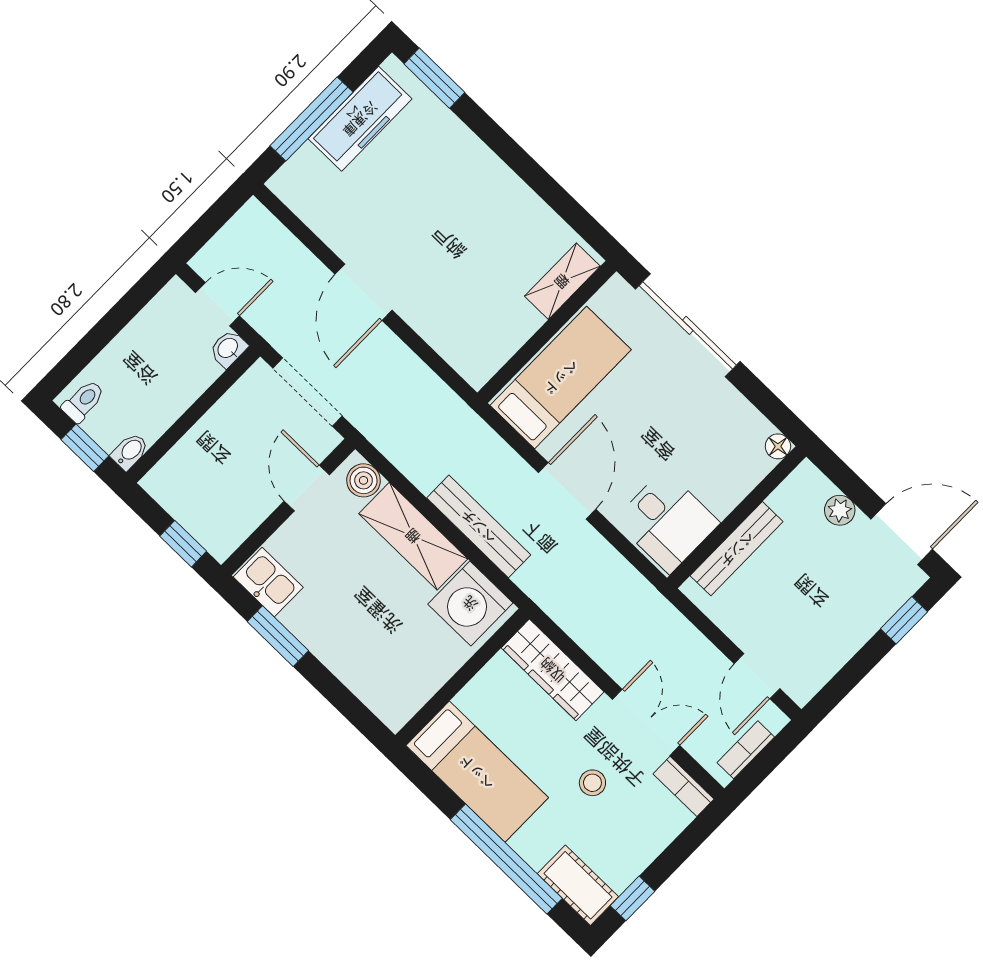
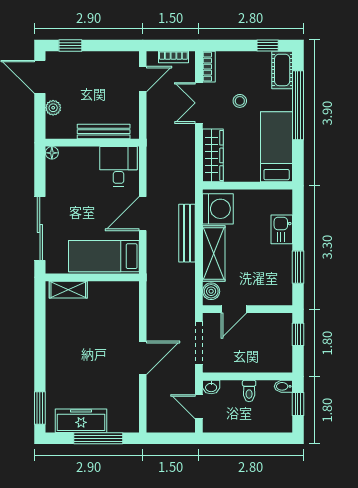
toilet: (83, 401) -> (249, 391), moved, turned -90
kitchen sink: (268, 582) -> (282, 229), moved

